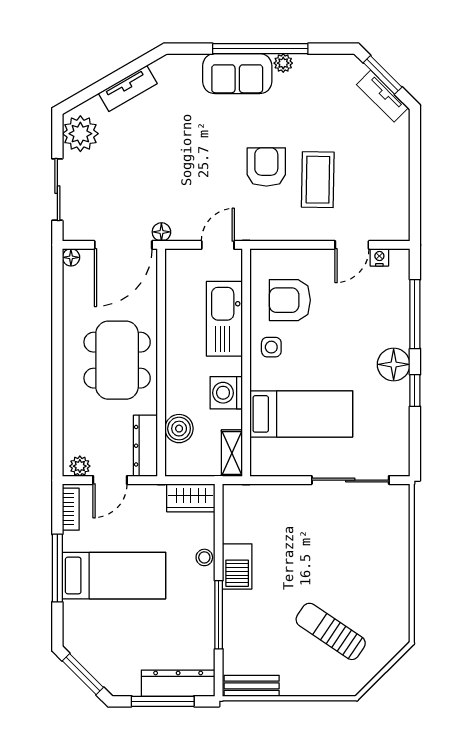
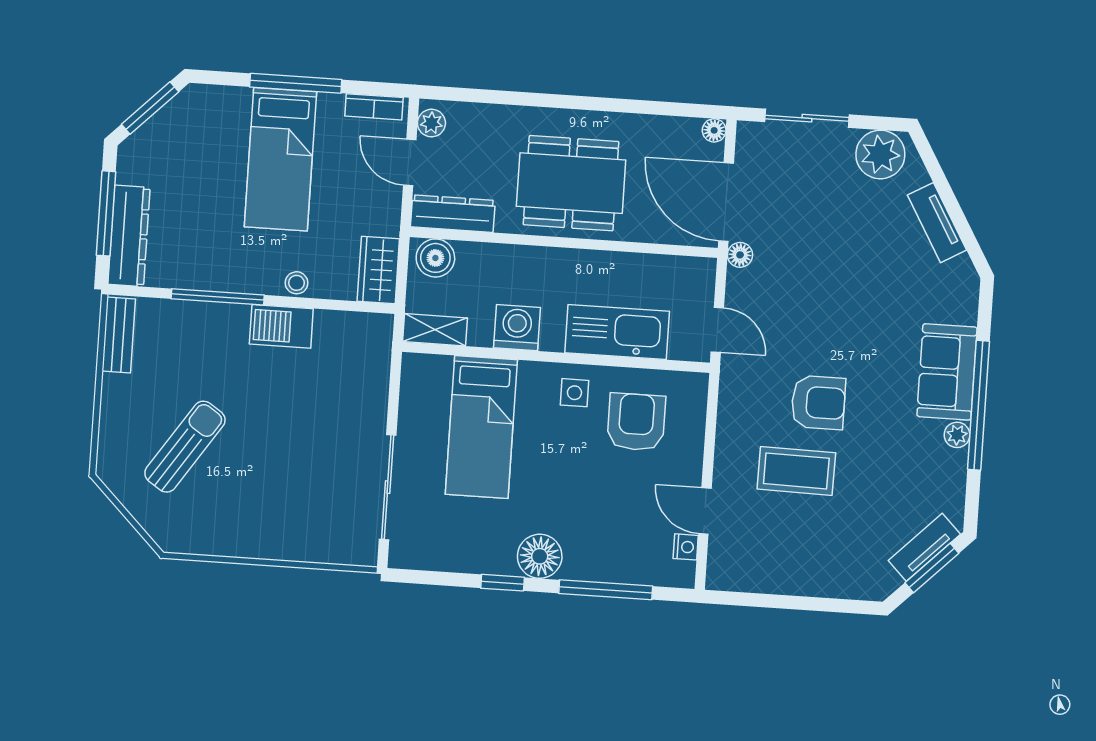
tv unit: (382, 96) -> (924, 547), moved
boiler: (179, 429) -> (435, 258), moved

